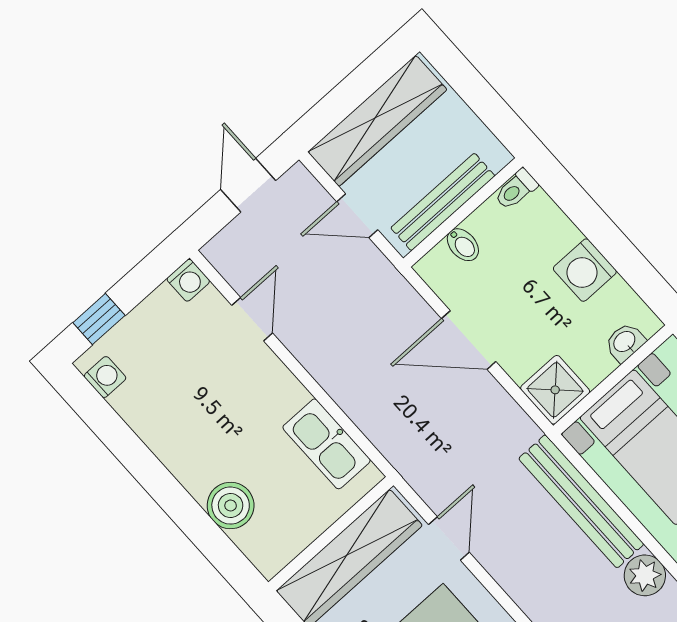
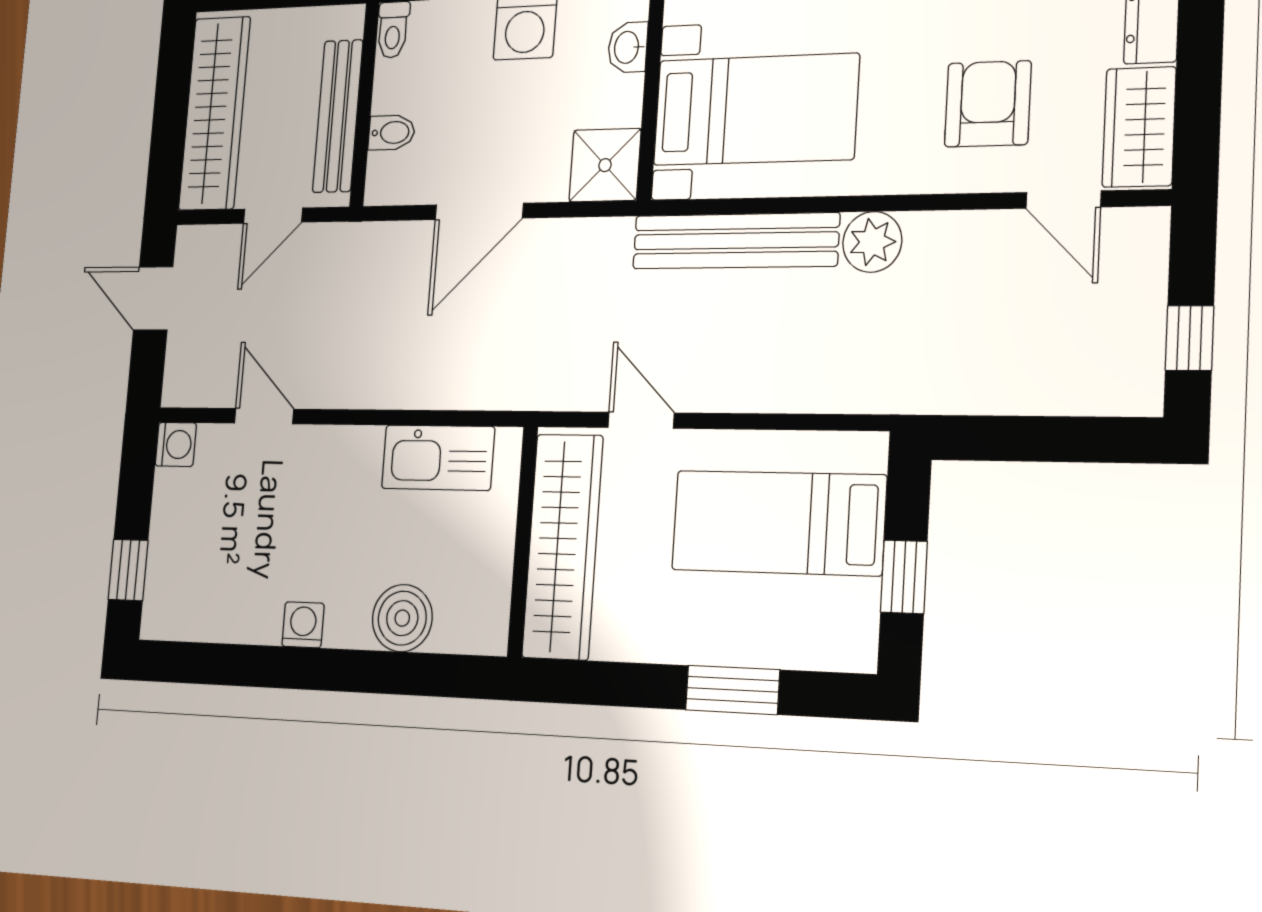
washing machine: (105, 377) -> (303, 625), moved

